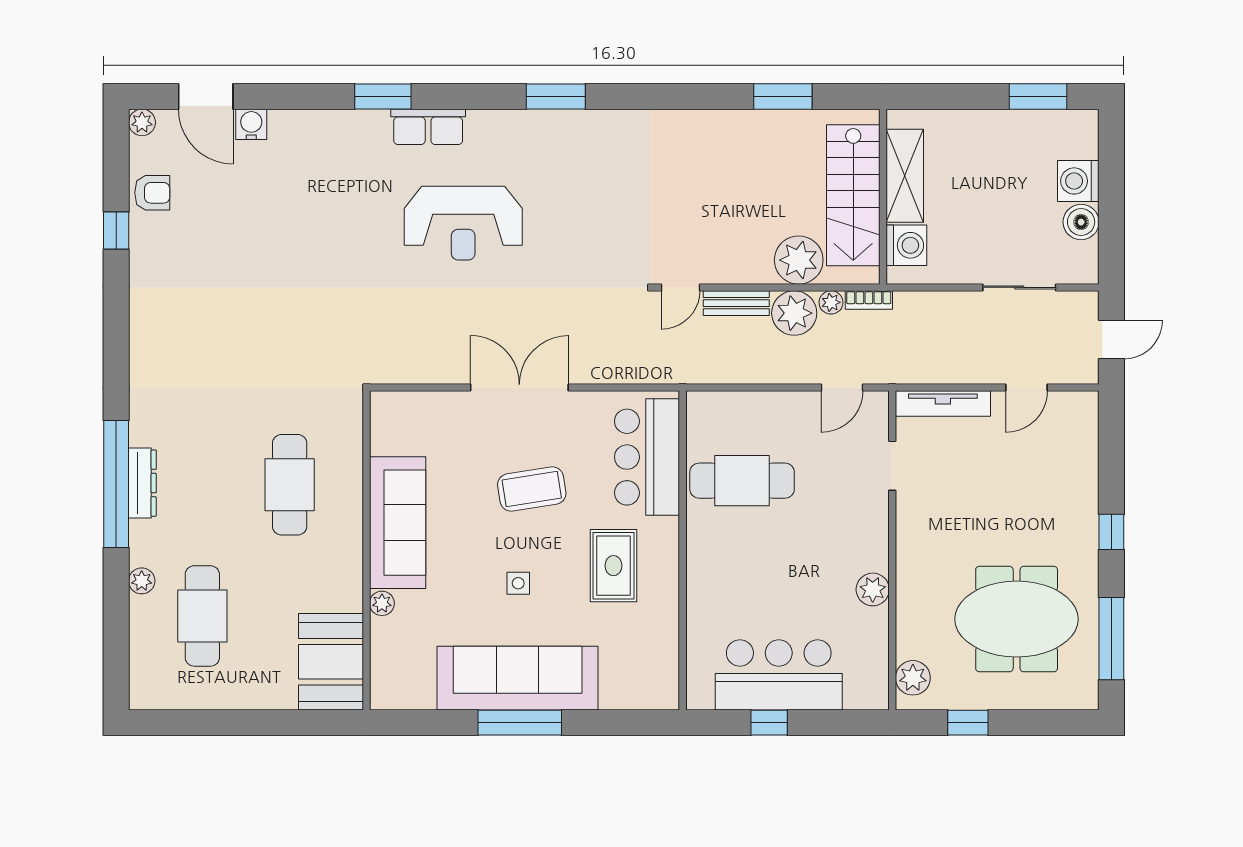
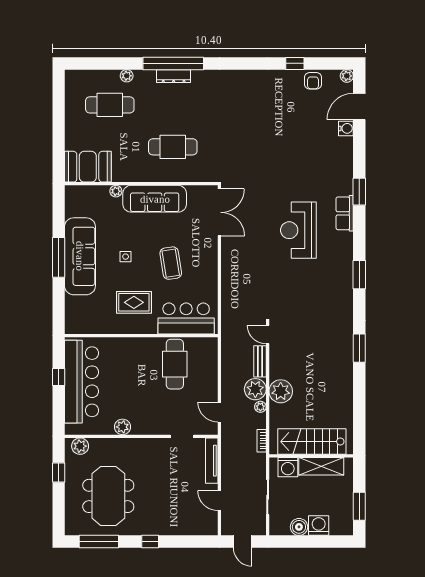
window: (783, 97) -> (359, 348), moved
shelving: (905, 176) -> (321, 466), moved
stairs: (853, 195) -> (312, 442), moved
wall: (883, 197) -> (311, 456), moved
washing machine: (906, 245) -> (288, 467), moved
bookcase: (869, 300) -> (262, 441), moved
double door: (519, 388) -> (219, 212), moved
bar counter: (779, 675) -> (82, 382), width x1.36

